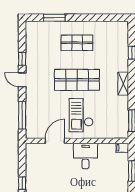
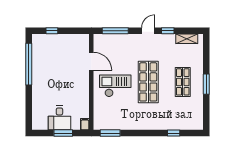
window: (54, 18) -> (206, 84), moved
shelving: (123, 84) -> (187, 39), moved
desk: (85, 156) -> (59, 118), moved, turned 90

